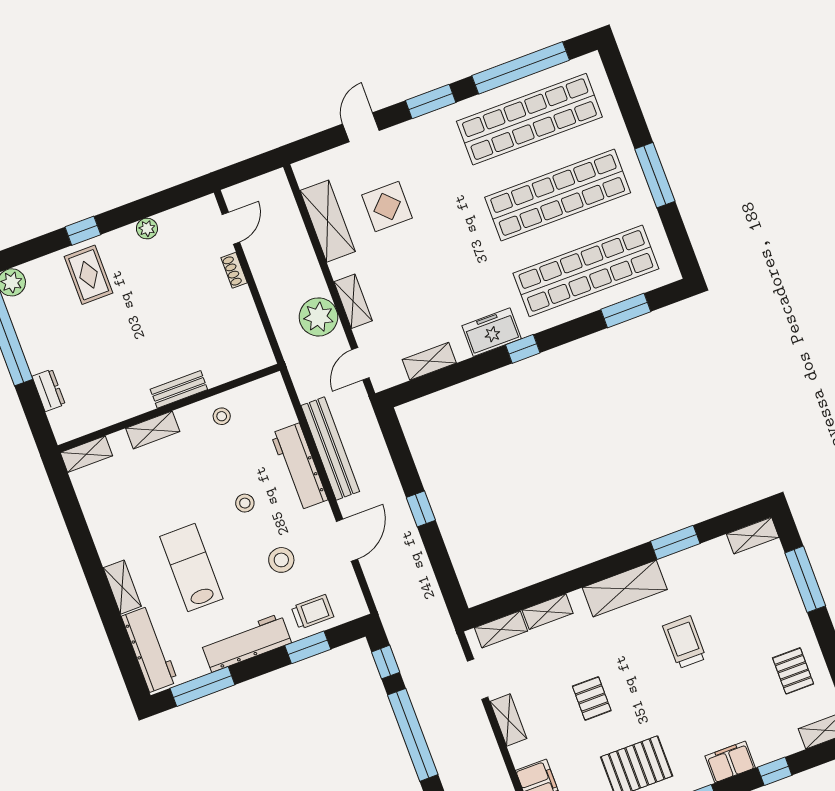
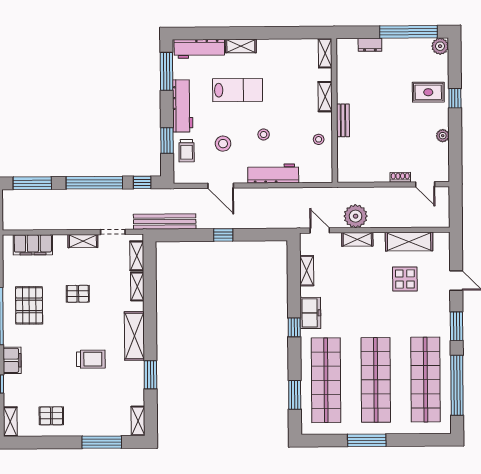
bench: (330, 449) -> (165, 222), moved

